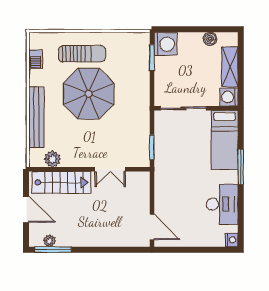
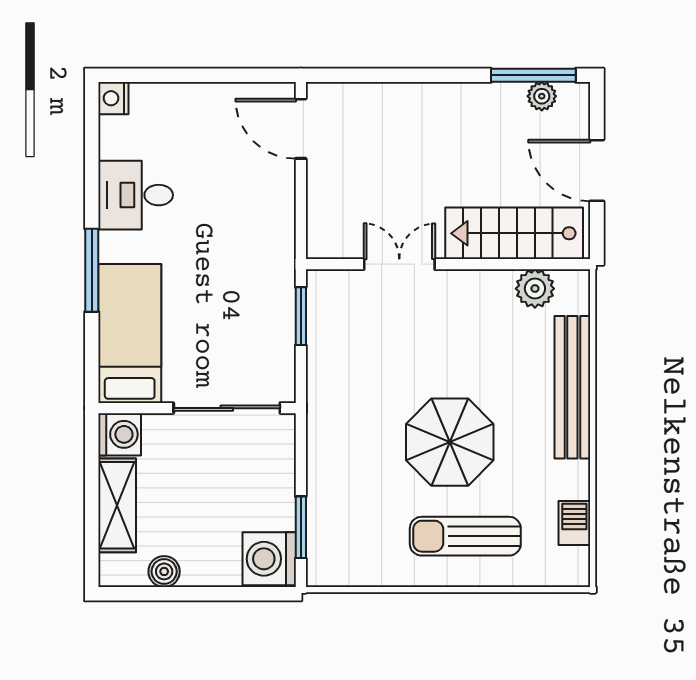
parasol: (89, 94) -> (450, 442), width x0.73, depth x0.73
desk: (222, 204) -> (136, 195), width x0.73

